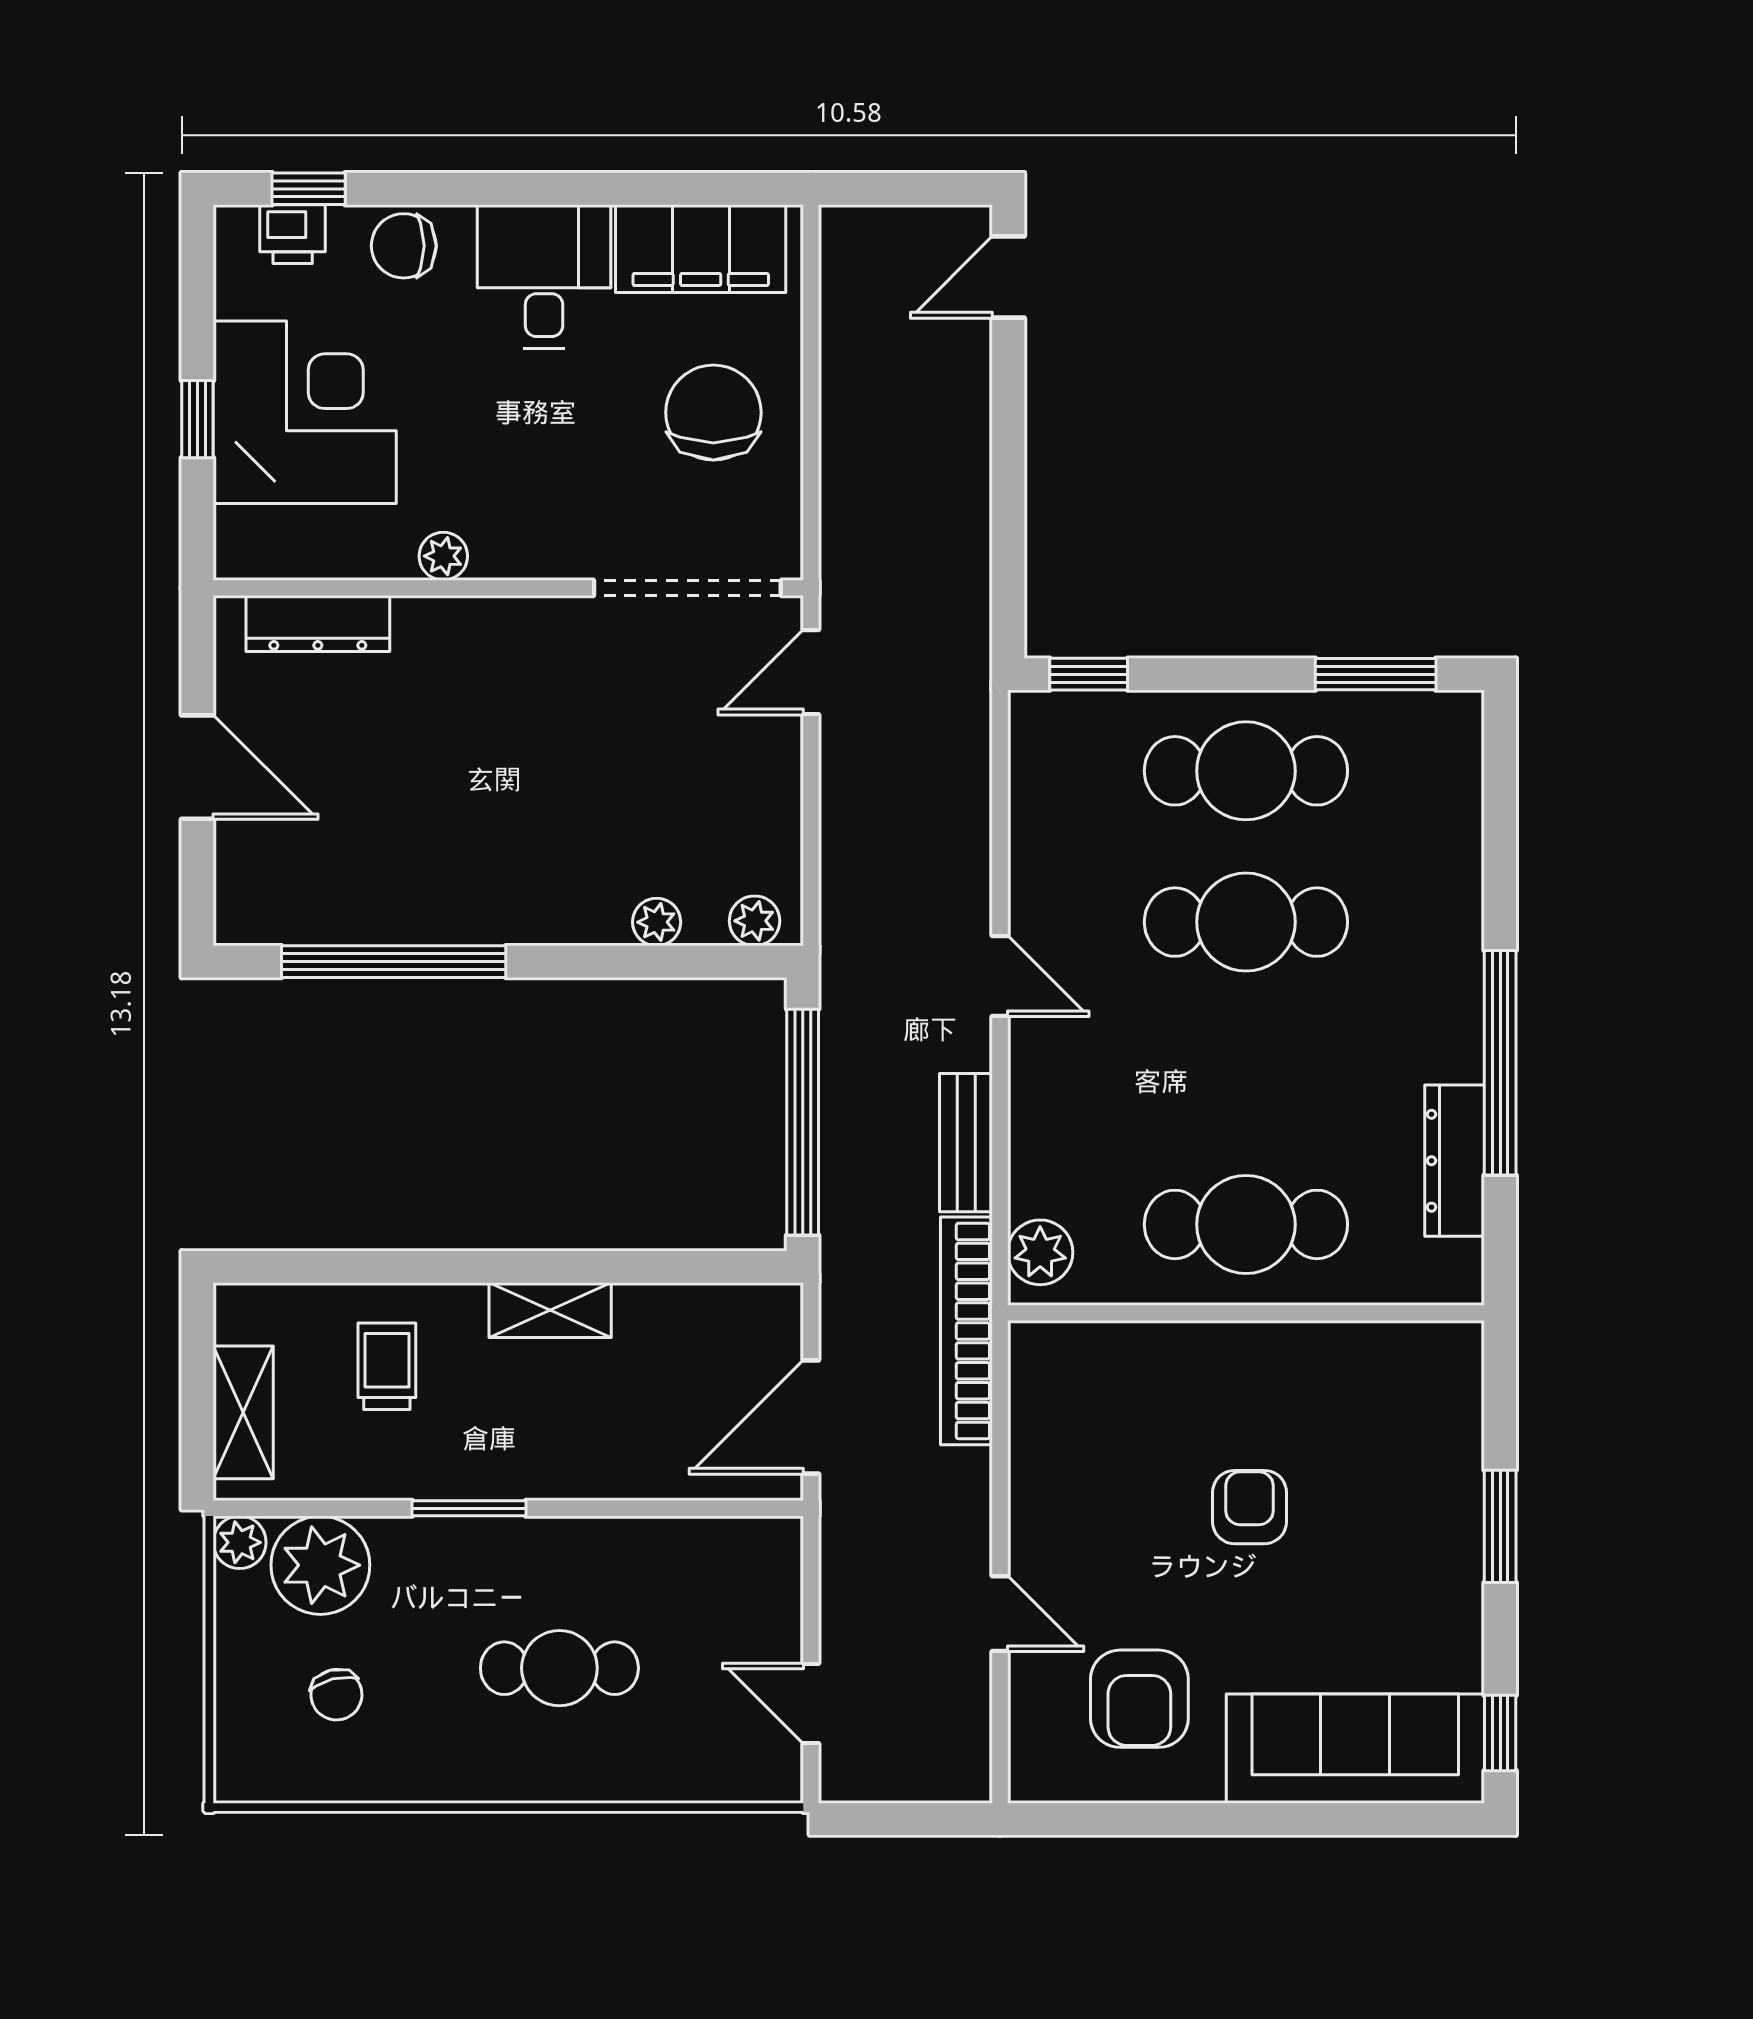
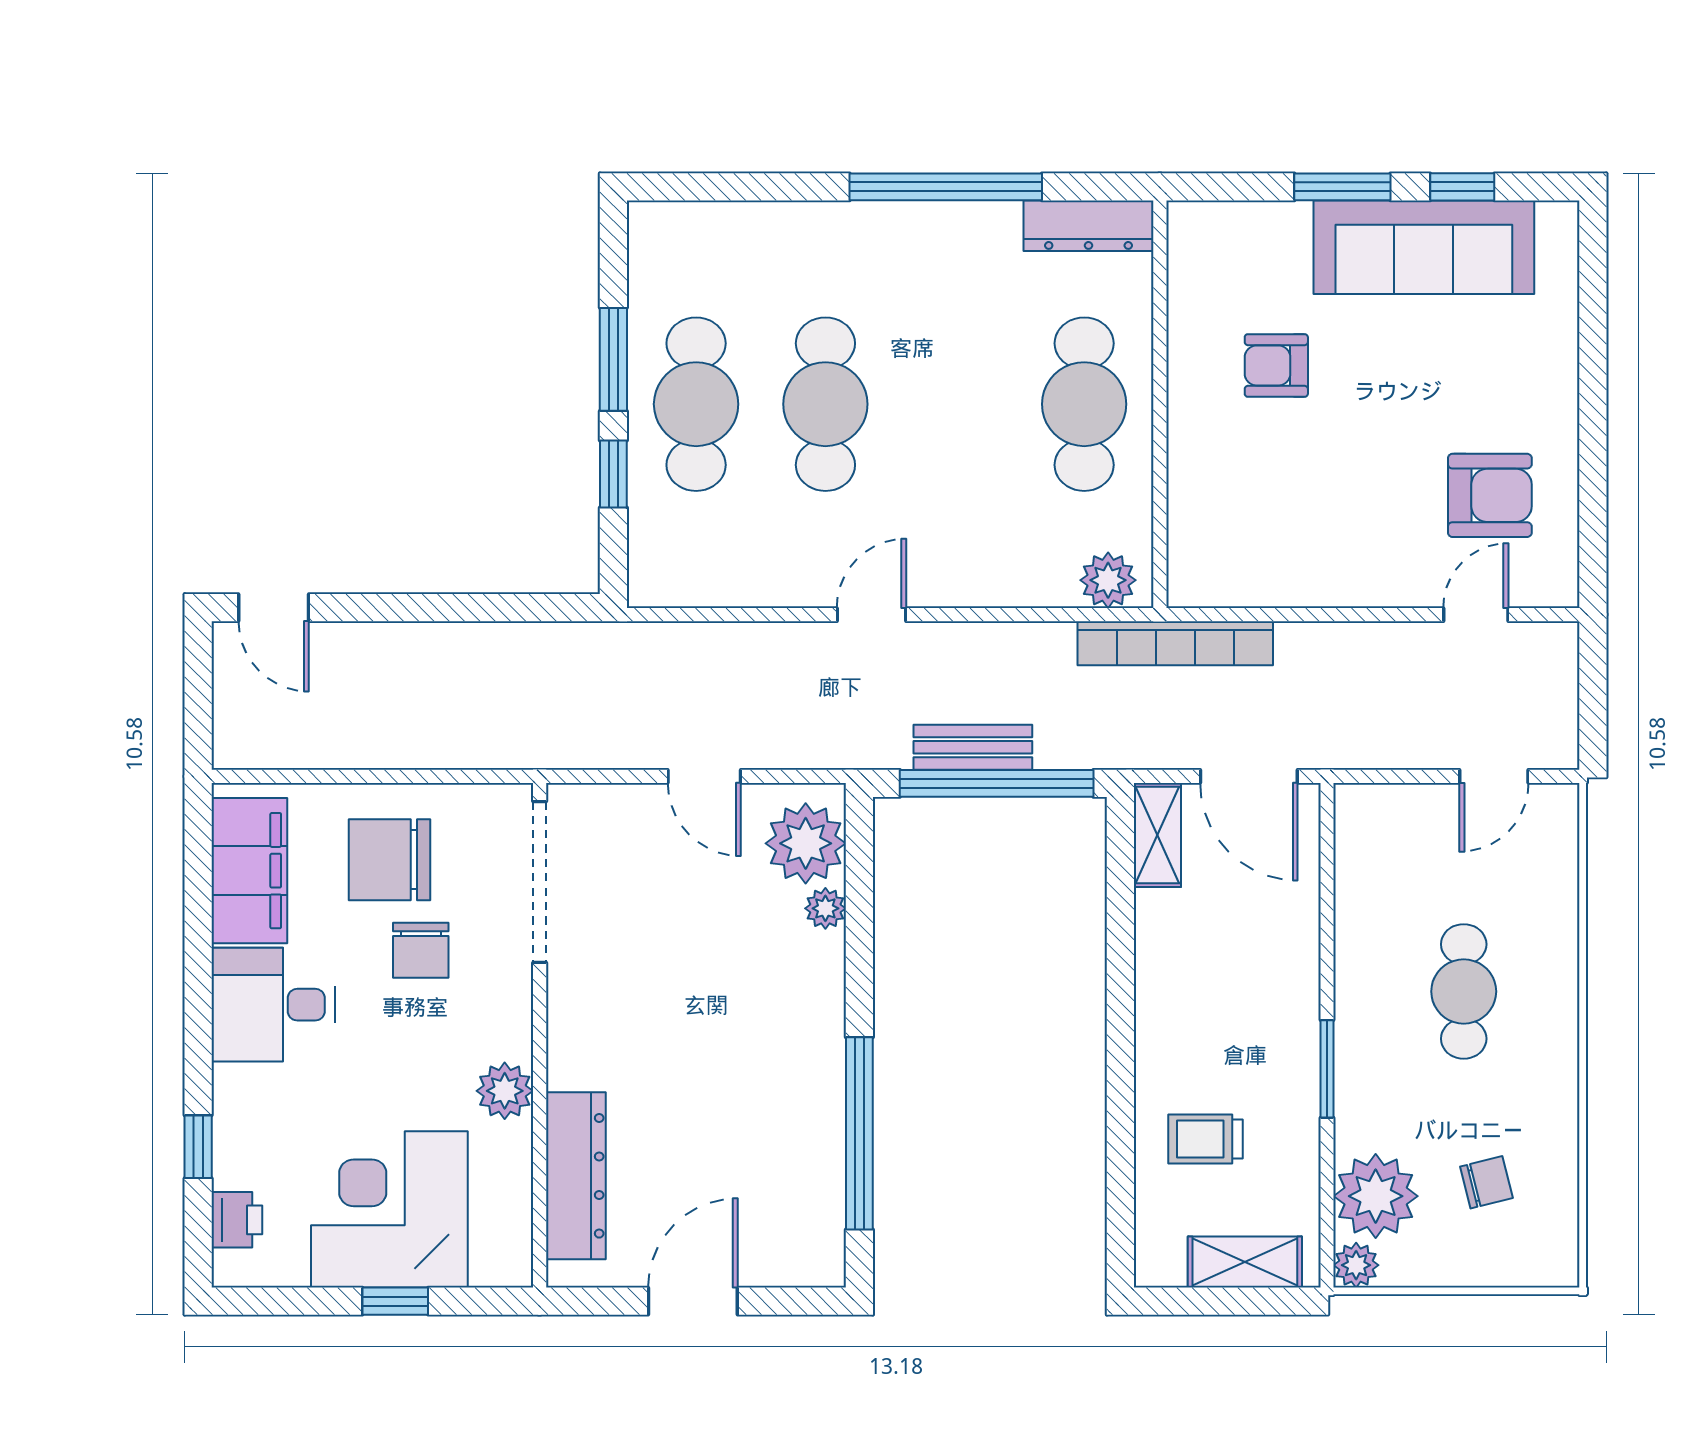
window: (309, 189) -> (198, 1147), moved
chair: (404, 246) -> (421, 950), moved
plant: (443, 556) -> (505, 1091), width x1.38, depth x1.38
dresser: (318, 623) -> (576, 1176), width x1.37, depth x1.24
door: (811, 672) -> (704, 776), moved
window: (1089, 674) -> (613, 474), moved
window: (1376, 674) -> (613, 359), moved
plant: (755, 921) -> (806, 843), width x1.88, depth x1.88
bench: (966, 1143) -> (973, 747), moved
dresser: (1455, 1161) -> (1088, 226), moved
shelving: (550, 1310) -> (1157, 835), moved
armchair: (1249, 1507) -> (1276, 365), moved
door: (1000, 1614) -> (1476, 615), moved
window: (1500, 1733) -> (1462, 187), moved
sofa: (1355, 1749) -> (1424, 247), moved, turned -90

